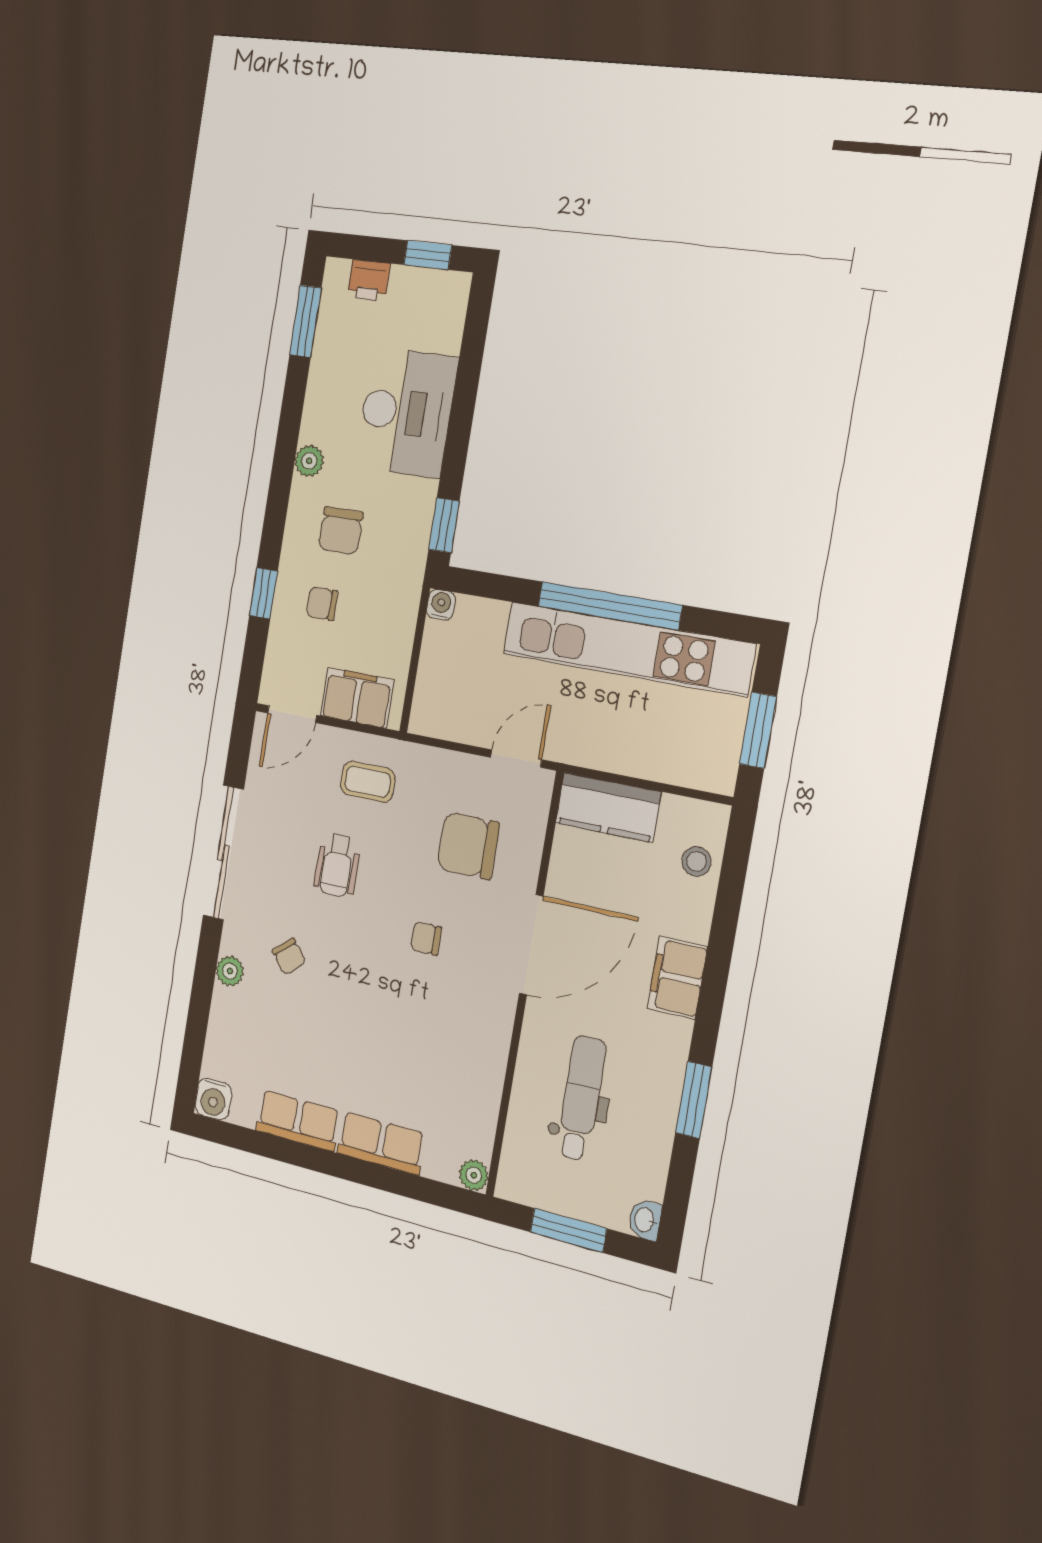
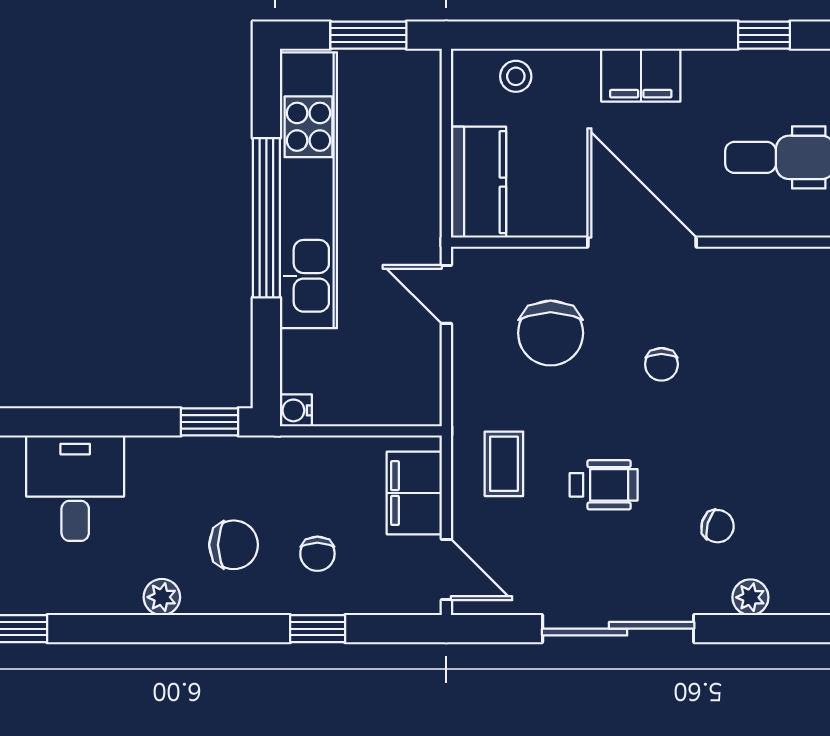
desk: (406, 412) -> (75, 488), width x0.73
chair: (289, 956) -> (718, 526), turned 56
window: (694, 1100) -> (764, 35), width x0.67

